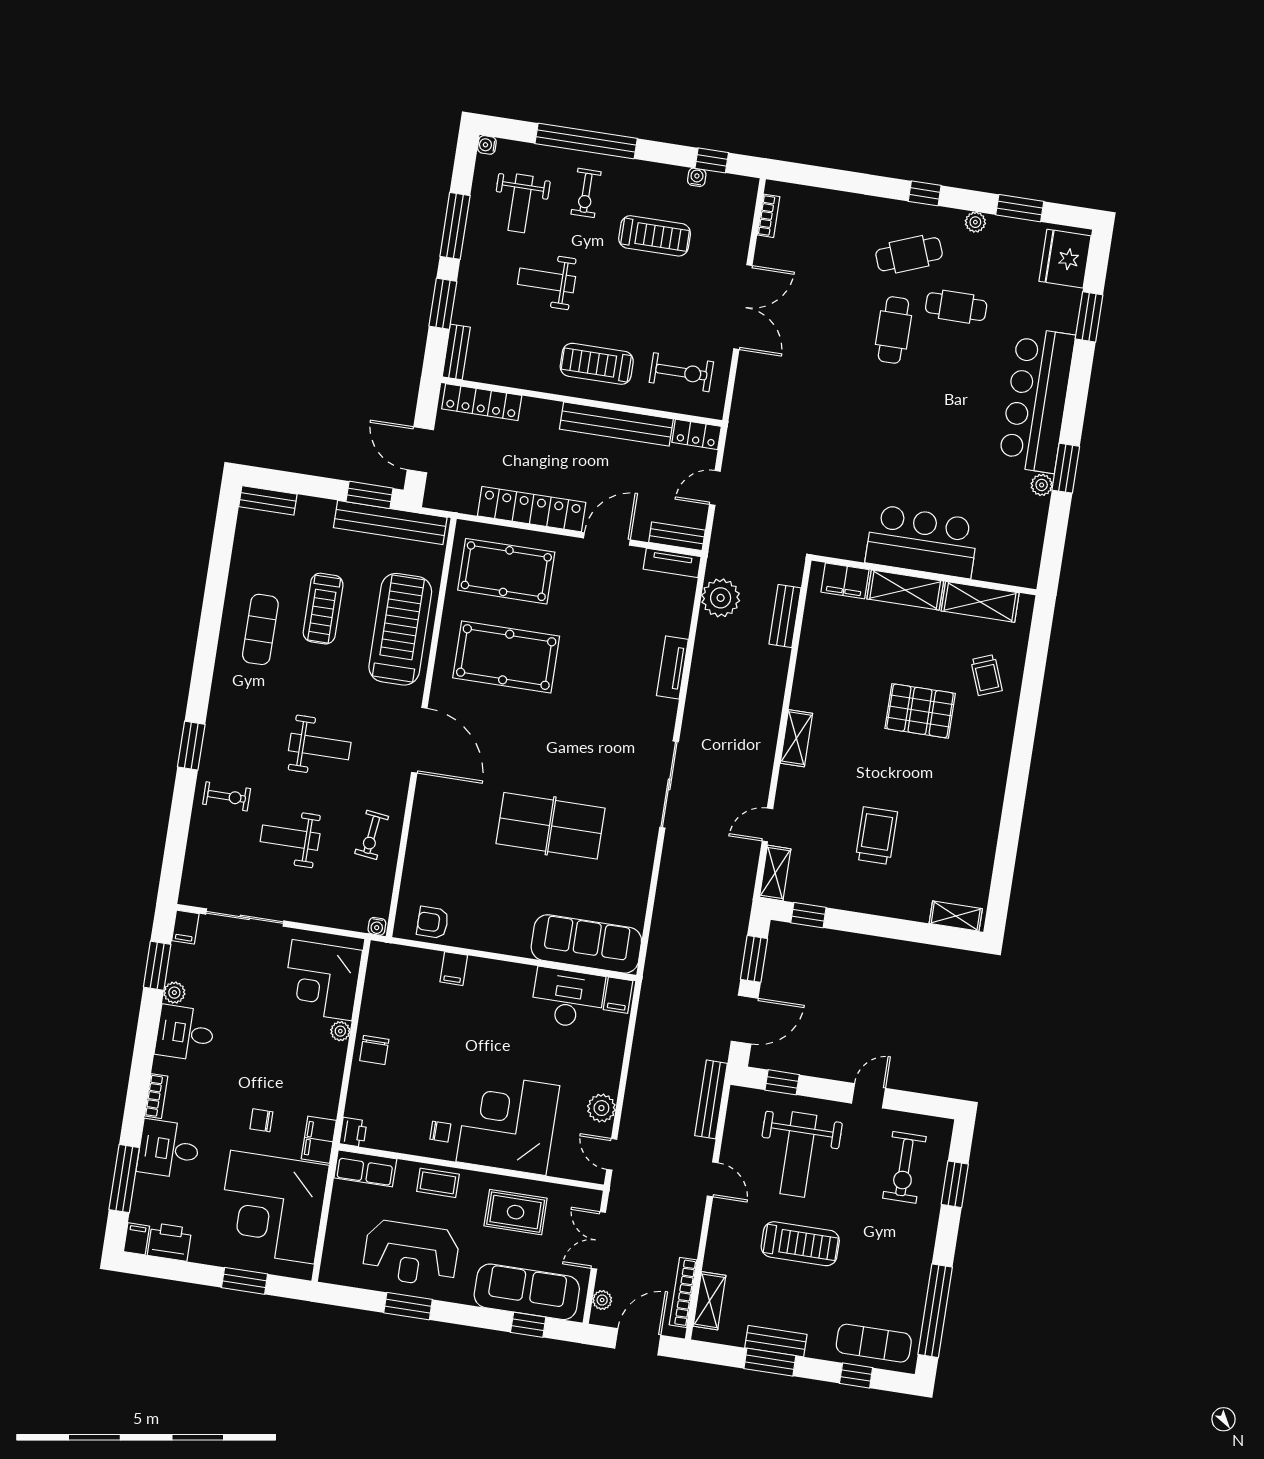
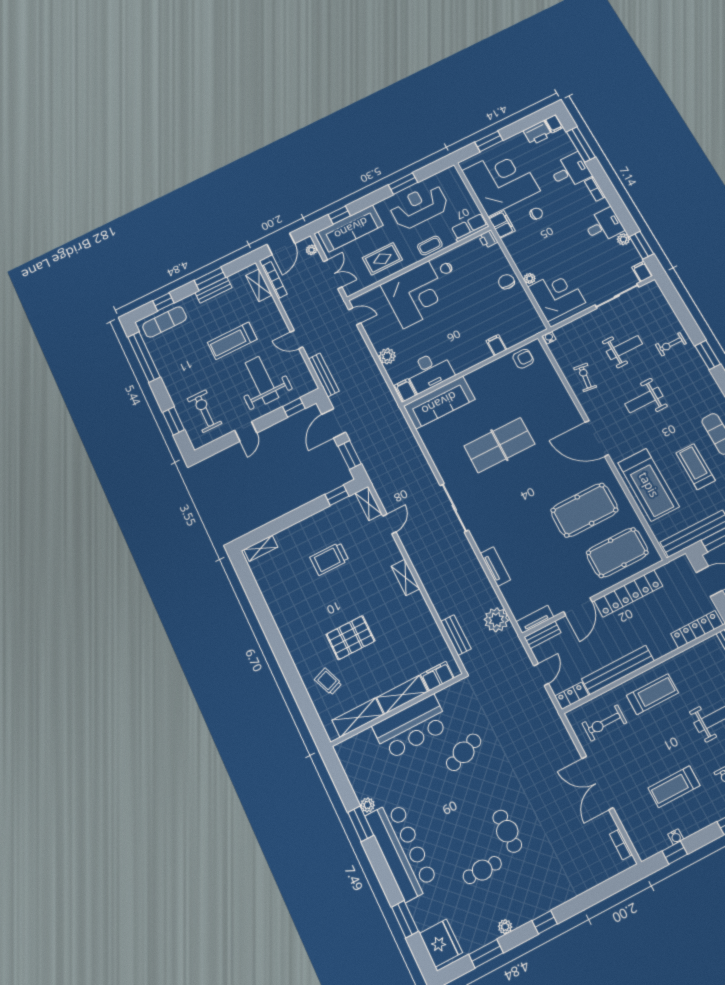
cafe table: (909, 254) -> (464, 752), moved
trolley: (876, 836) -> (329, 559), turned 90
plant: (601, 1108) -> (387, 356), moved

